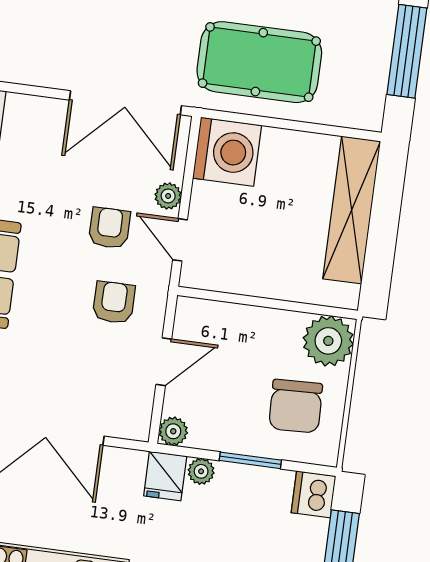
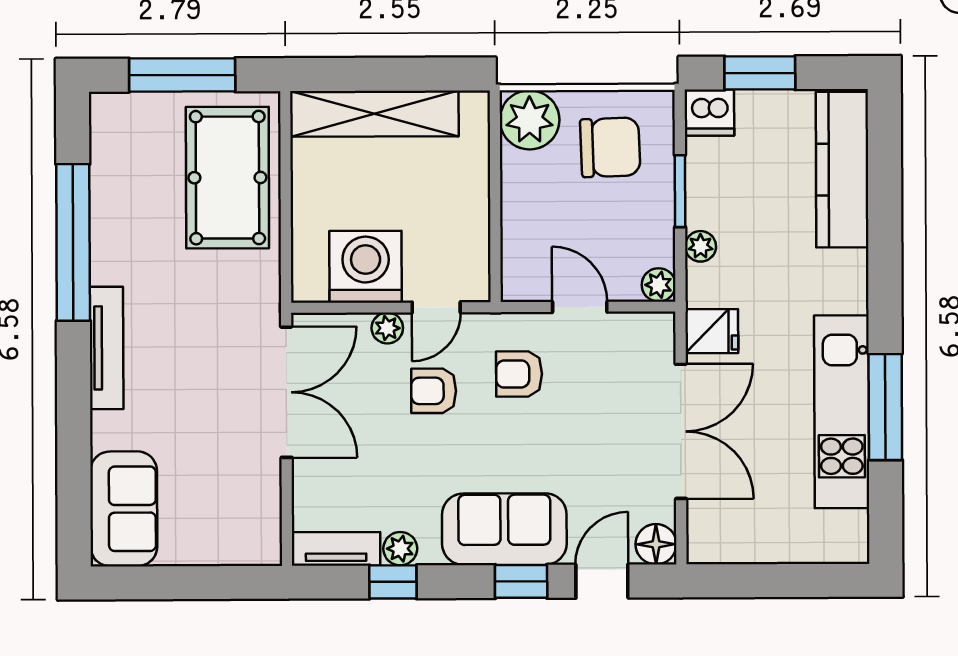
pool table: (259, 62) -> (227, 178), moved
washing machine: (227, 152) -> (366, 267), moved
fridge: (165, 476) -> (712, 331), moved

